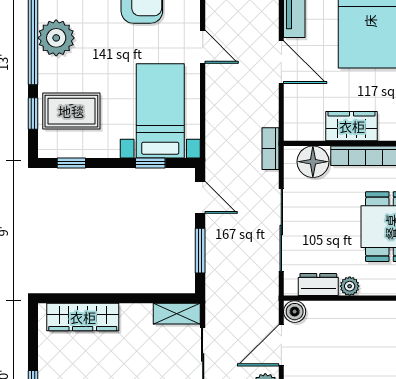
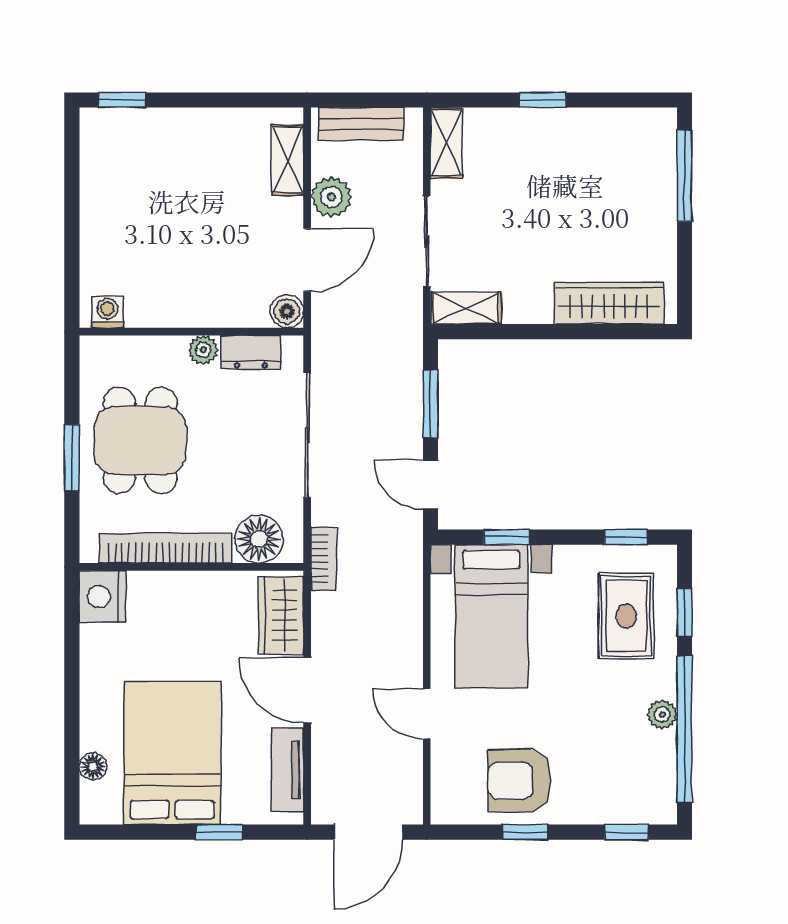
plant: (56, 38) -> (662, 714), width x0.53, depth x0.53
rug: (71, 111) -> (626, 616), turned 90
wardrobe: (352, 126) -> (281, 615), moved, turned 90

